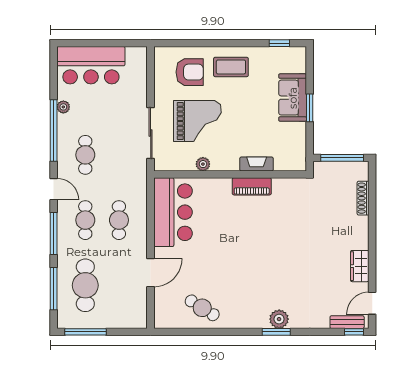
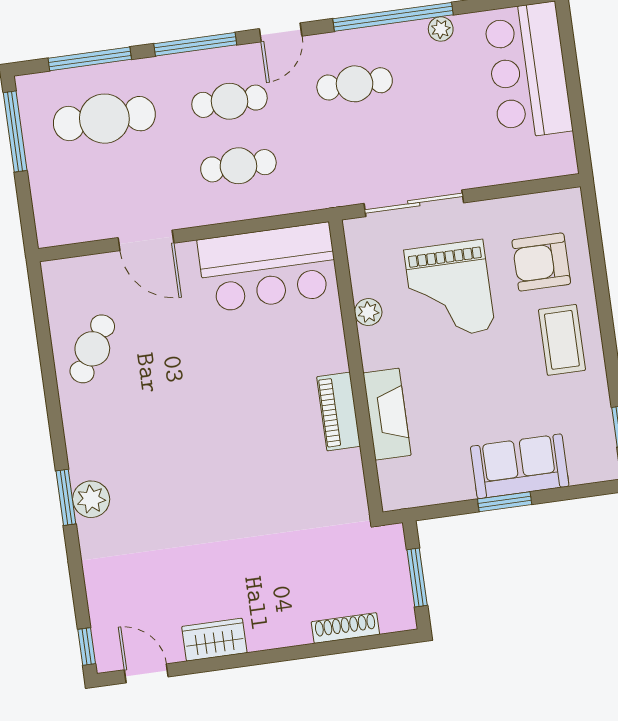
armchair: (190, 72) -> (541, 262), turned 90
window: (342, 158) -> (417, 577), width x0.69
fireplace: (257, 164) -> (387, 414), width x1.37, depth x1.32
bench: (347, 322) -> (103, 630), removed

